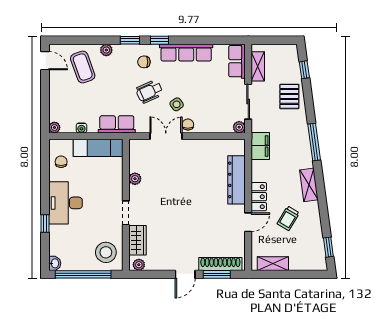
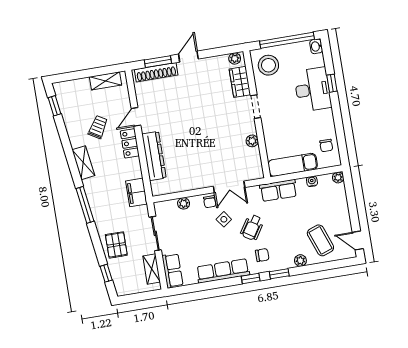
wheelchair: (149, 92) -> (252, 227), turned 147
plant: (239, 127) -> (184, 203), moved
desk: (65, 203) -> (313, 89), moved

